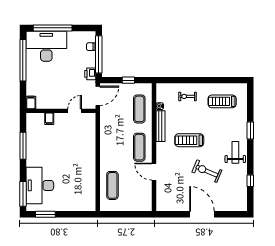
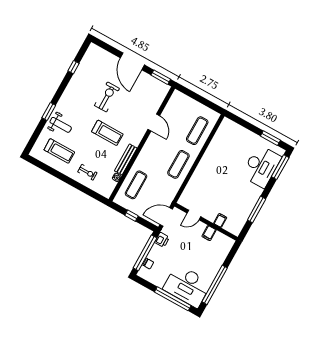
filing cabinet: (31, 102) -> (209, 233), moved
exercise mat: (139, 147) -> (178, 164), moved
weight bench: (235, 152) -> (61, 125), moved, turned -90
exercise bike: (207, 171) -> (107, 97), turned -113
window: (170, 214) -> (161, 77), added

